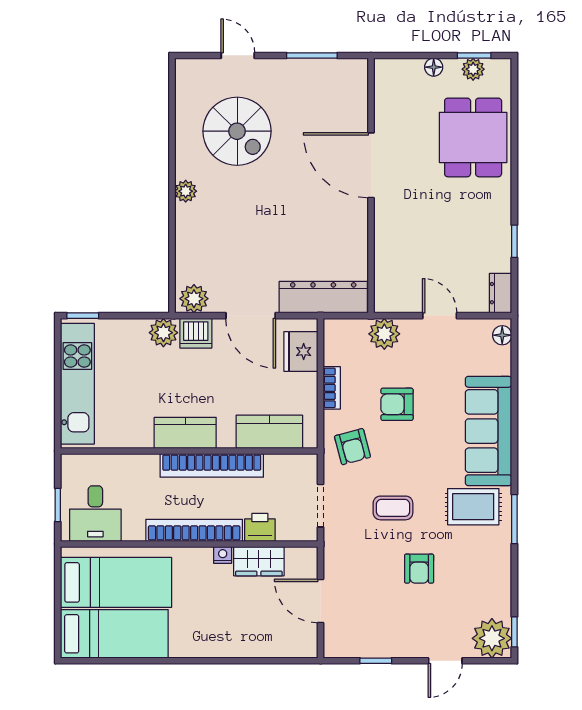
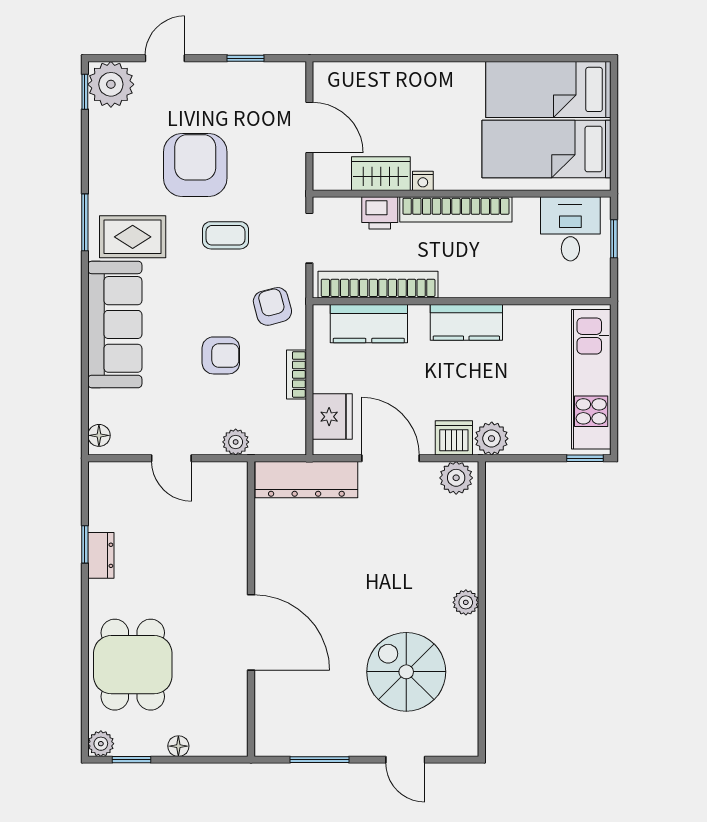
plant: (473, 69) -> (101, 744), moved
dresser: (501, 293) -> (101, 555), moved
plant: (384, 334) -> (236, 442), width x0.73, depth x0.73
bookcase: (212, 465) -> (378, 285), moved
armchair: (419, 569) -> (195, 165), width x1.88, depth x1.88

